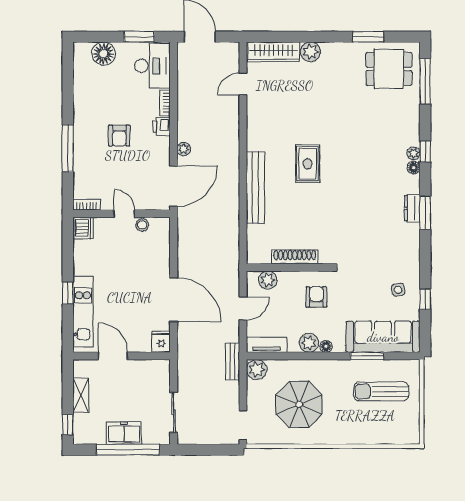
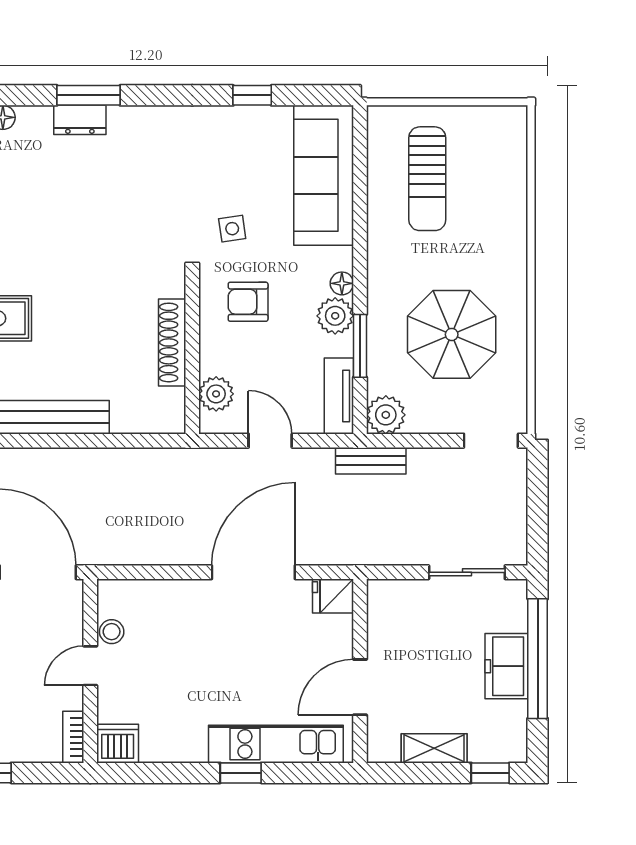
side table: (398, 290) -> (232, 229), moved
window: (367, 356) -> (360, 346), moved

